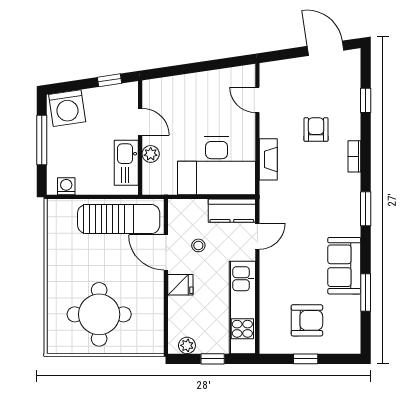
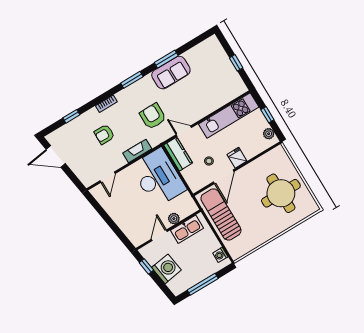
door: (325, 48) -> (56, 156), hinge flipped
washing machine: (67, 108) -> (166, 269), moved
window: (366, 293) -> (166, 59), moved
armchair: (307, 320) -> (153, 116), moved

